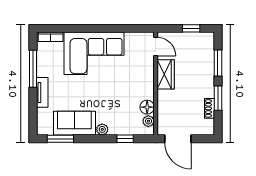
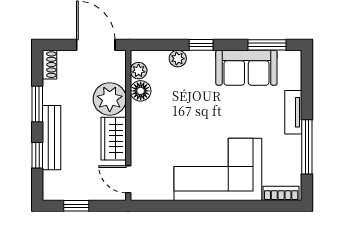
window: (218, 63) -> (37, 155), width x0.67
bench: (208, 75) -> (52, 138), added
plant: (168, 102) -> (110, 99), added
shoe rack: (210, 108) -> (50, 65), moved
plant: (102, 129) -> (178, 59), moved
window: (125, 139) -> (201, 45), moved

